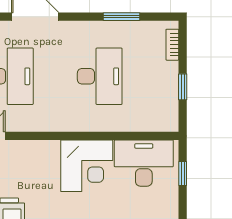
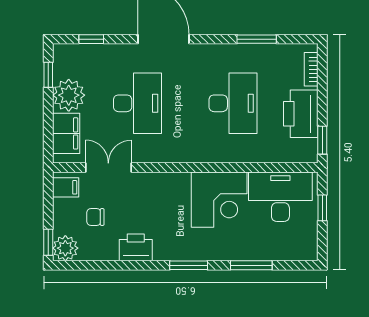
printer: (163, 86) -> (301, 114), added
window: (183, 87) -> (322, 140), moved

